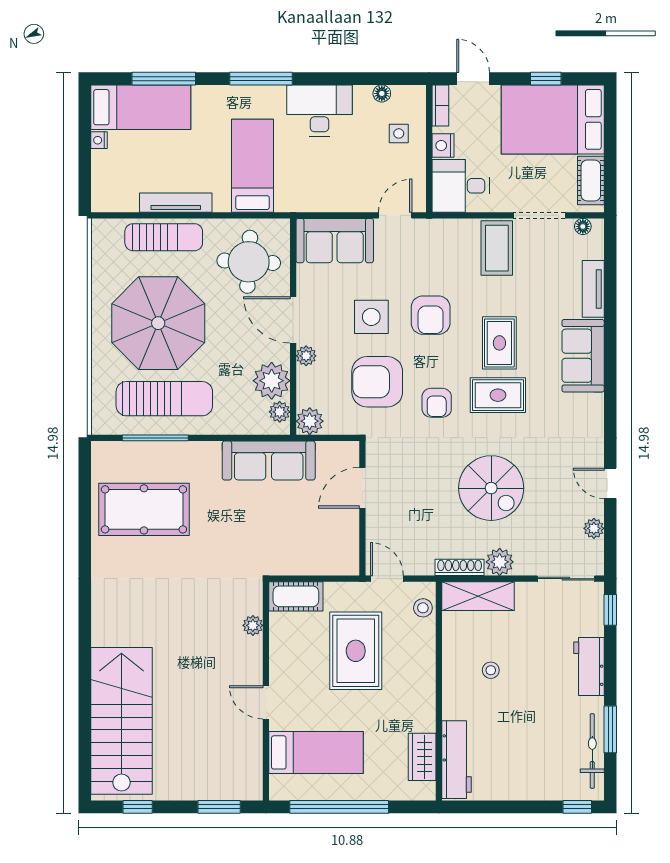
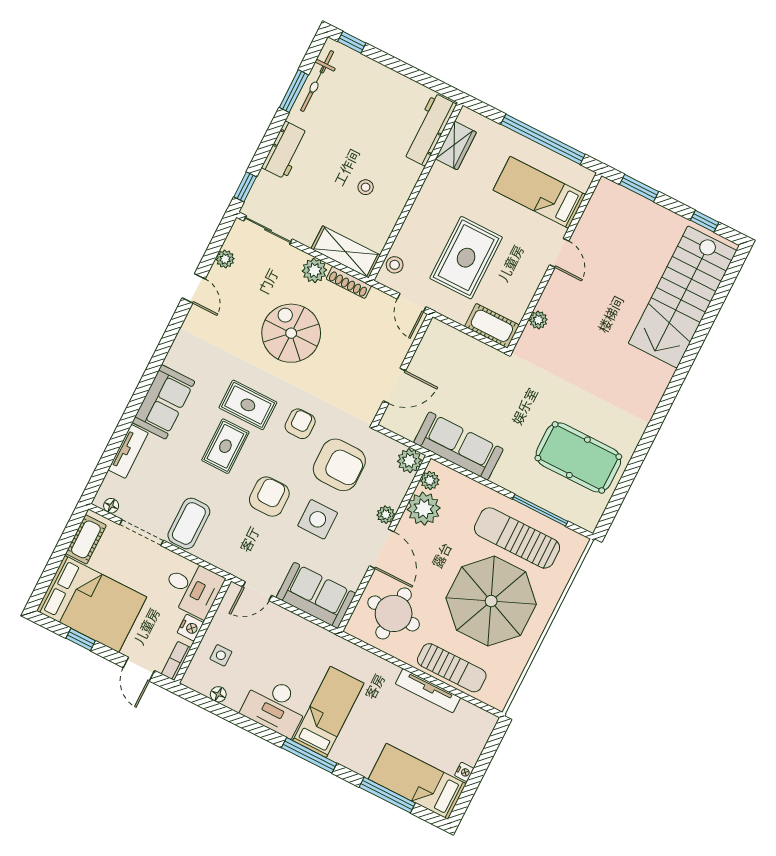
bed: (252, 166) -> (328, 712), moved, turned 180
sun lounger: (164, 237) -> (452, 668), turned 180

